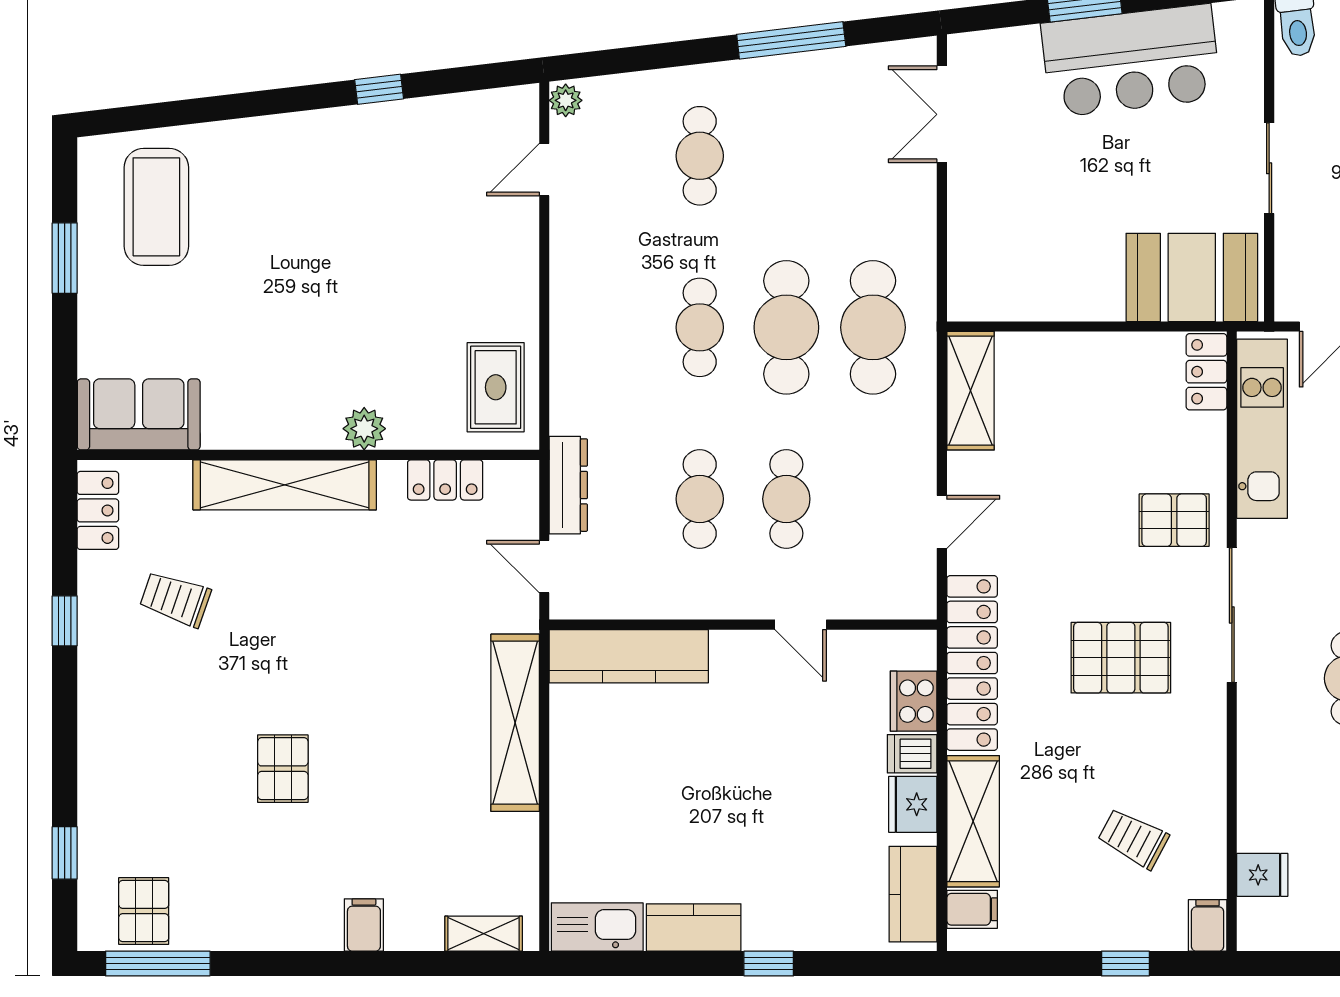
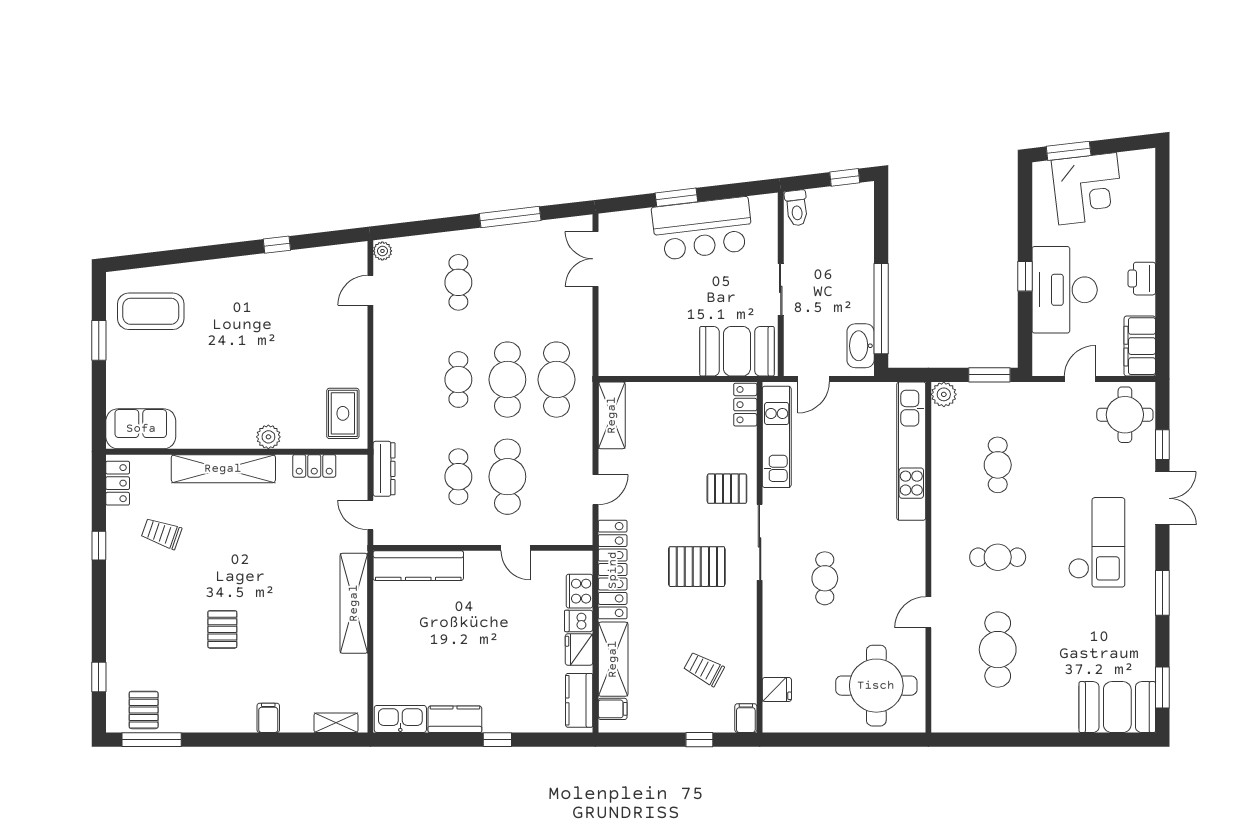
coffee table: (156, 207) -> (151, 311), turned 90
cafe table: (786, 499) -> (507, 477), width x1.37, depth x1.35

